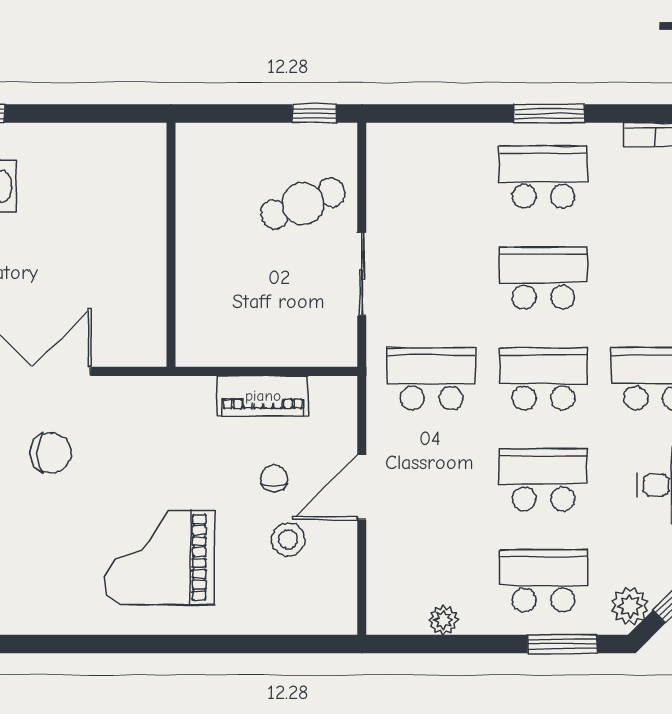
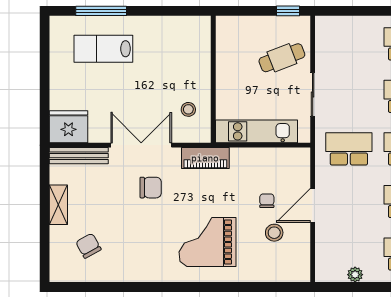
stool: (123, 303) -> (188, 109), added
kitchen unit: (254, 345) -> (256, 131), added
piano: (263, 396) -> (205, 158), moved

